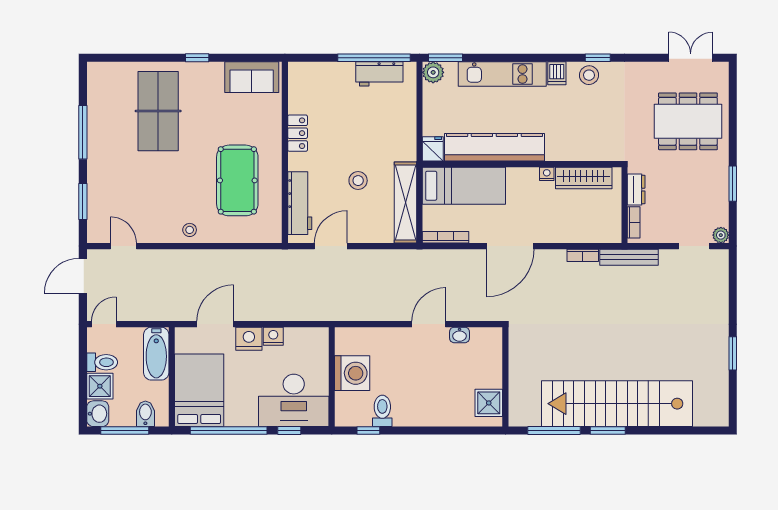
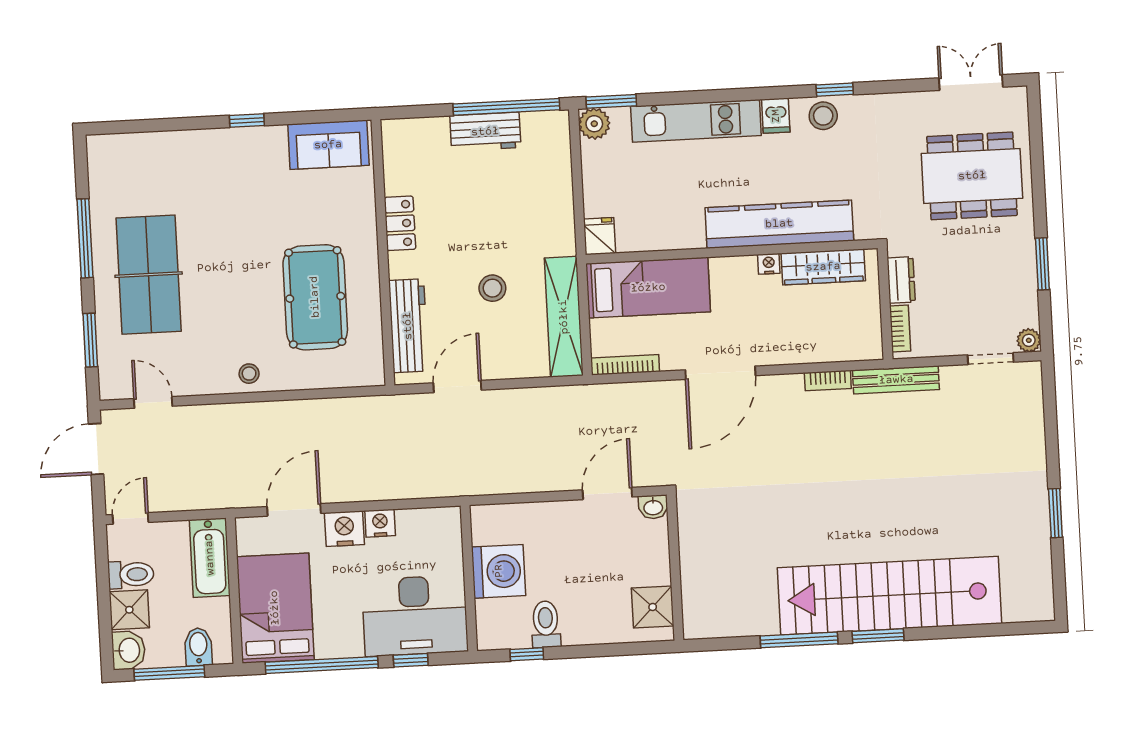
workbench: (379, 74) -> (485, 132), moved
table tennis table: (158, 111) -> (149, 275), moved
kitchen counter: (494, 147) -> (779, 224), moved
wall: (505, 377) -> (675, 567), moved
shower: (489, 403) -> (653, 607), moved

